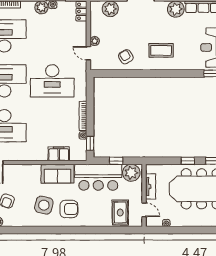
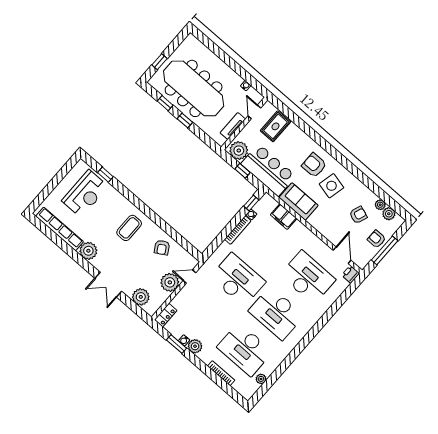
plant: (95, 41) -> (170, 282), width x1.88, depth x1.88
coffee table: (161, 50) -> (129, 228), turned 90
door: (88, 53) -> (189, 277), swing flipped

